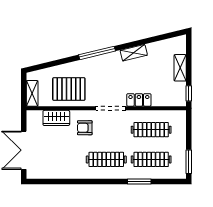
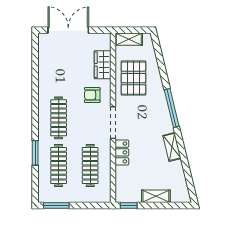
armchair: (85, 128) -> (92, 95), turned -90

